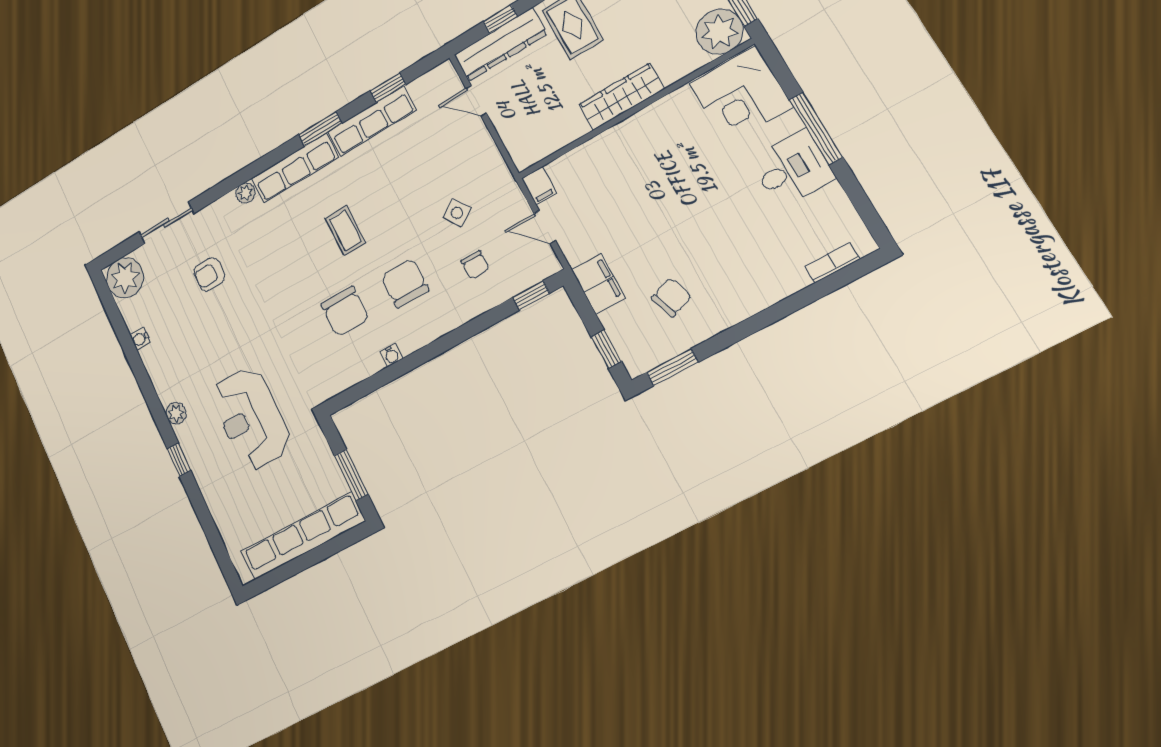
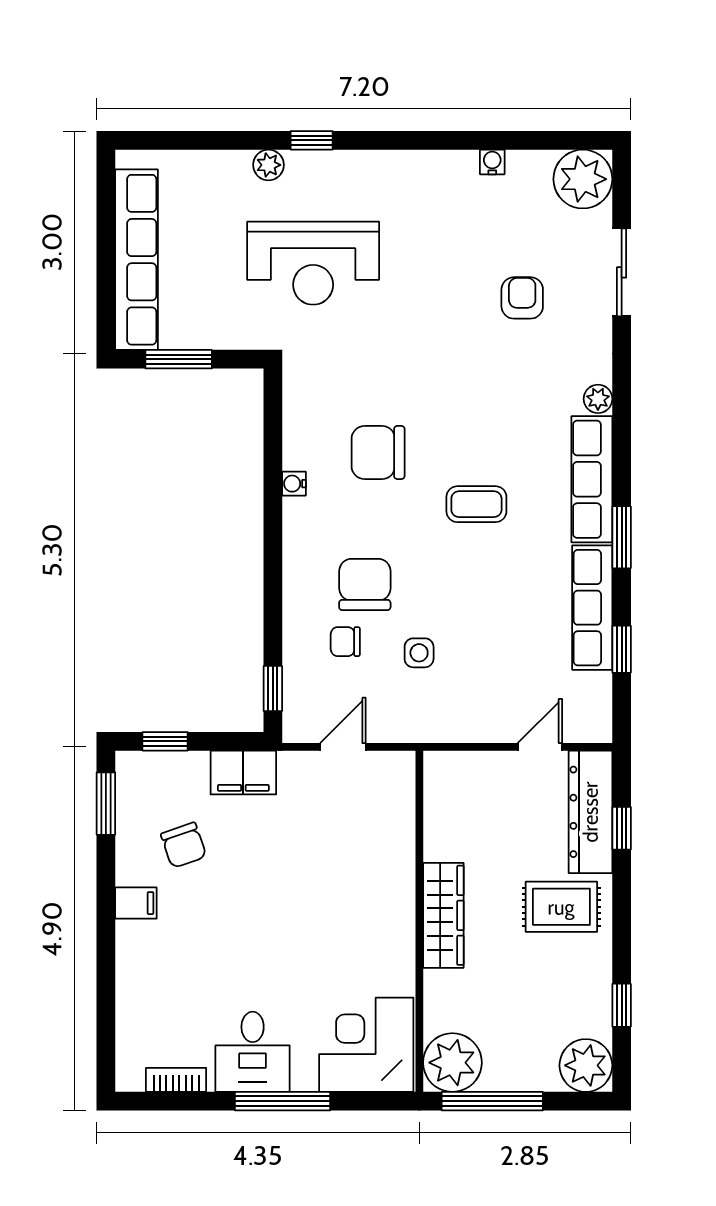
filing cabinet: (539, 186) -> (136, 903), moved, turned 180
side table: (457, 213) -> (419, 653), turned 34
bookcase: (832, 263) -> (176, 1080), moved, turned -90
chair: (405, 283) -> (365, 584), moved, turned -90
plant: (176, 413) -> (268, 165), moved
reception desk: (251, 418) -> (313, 263), turned 180

